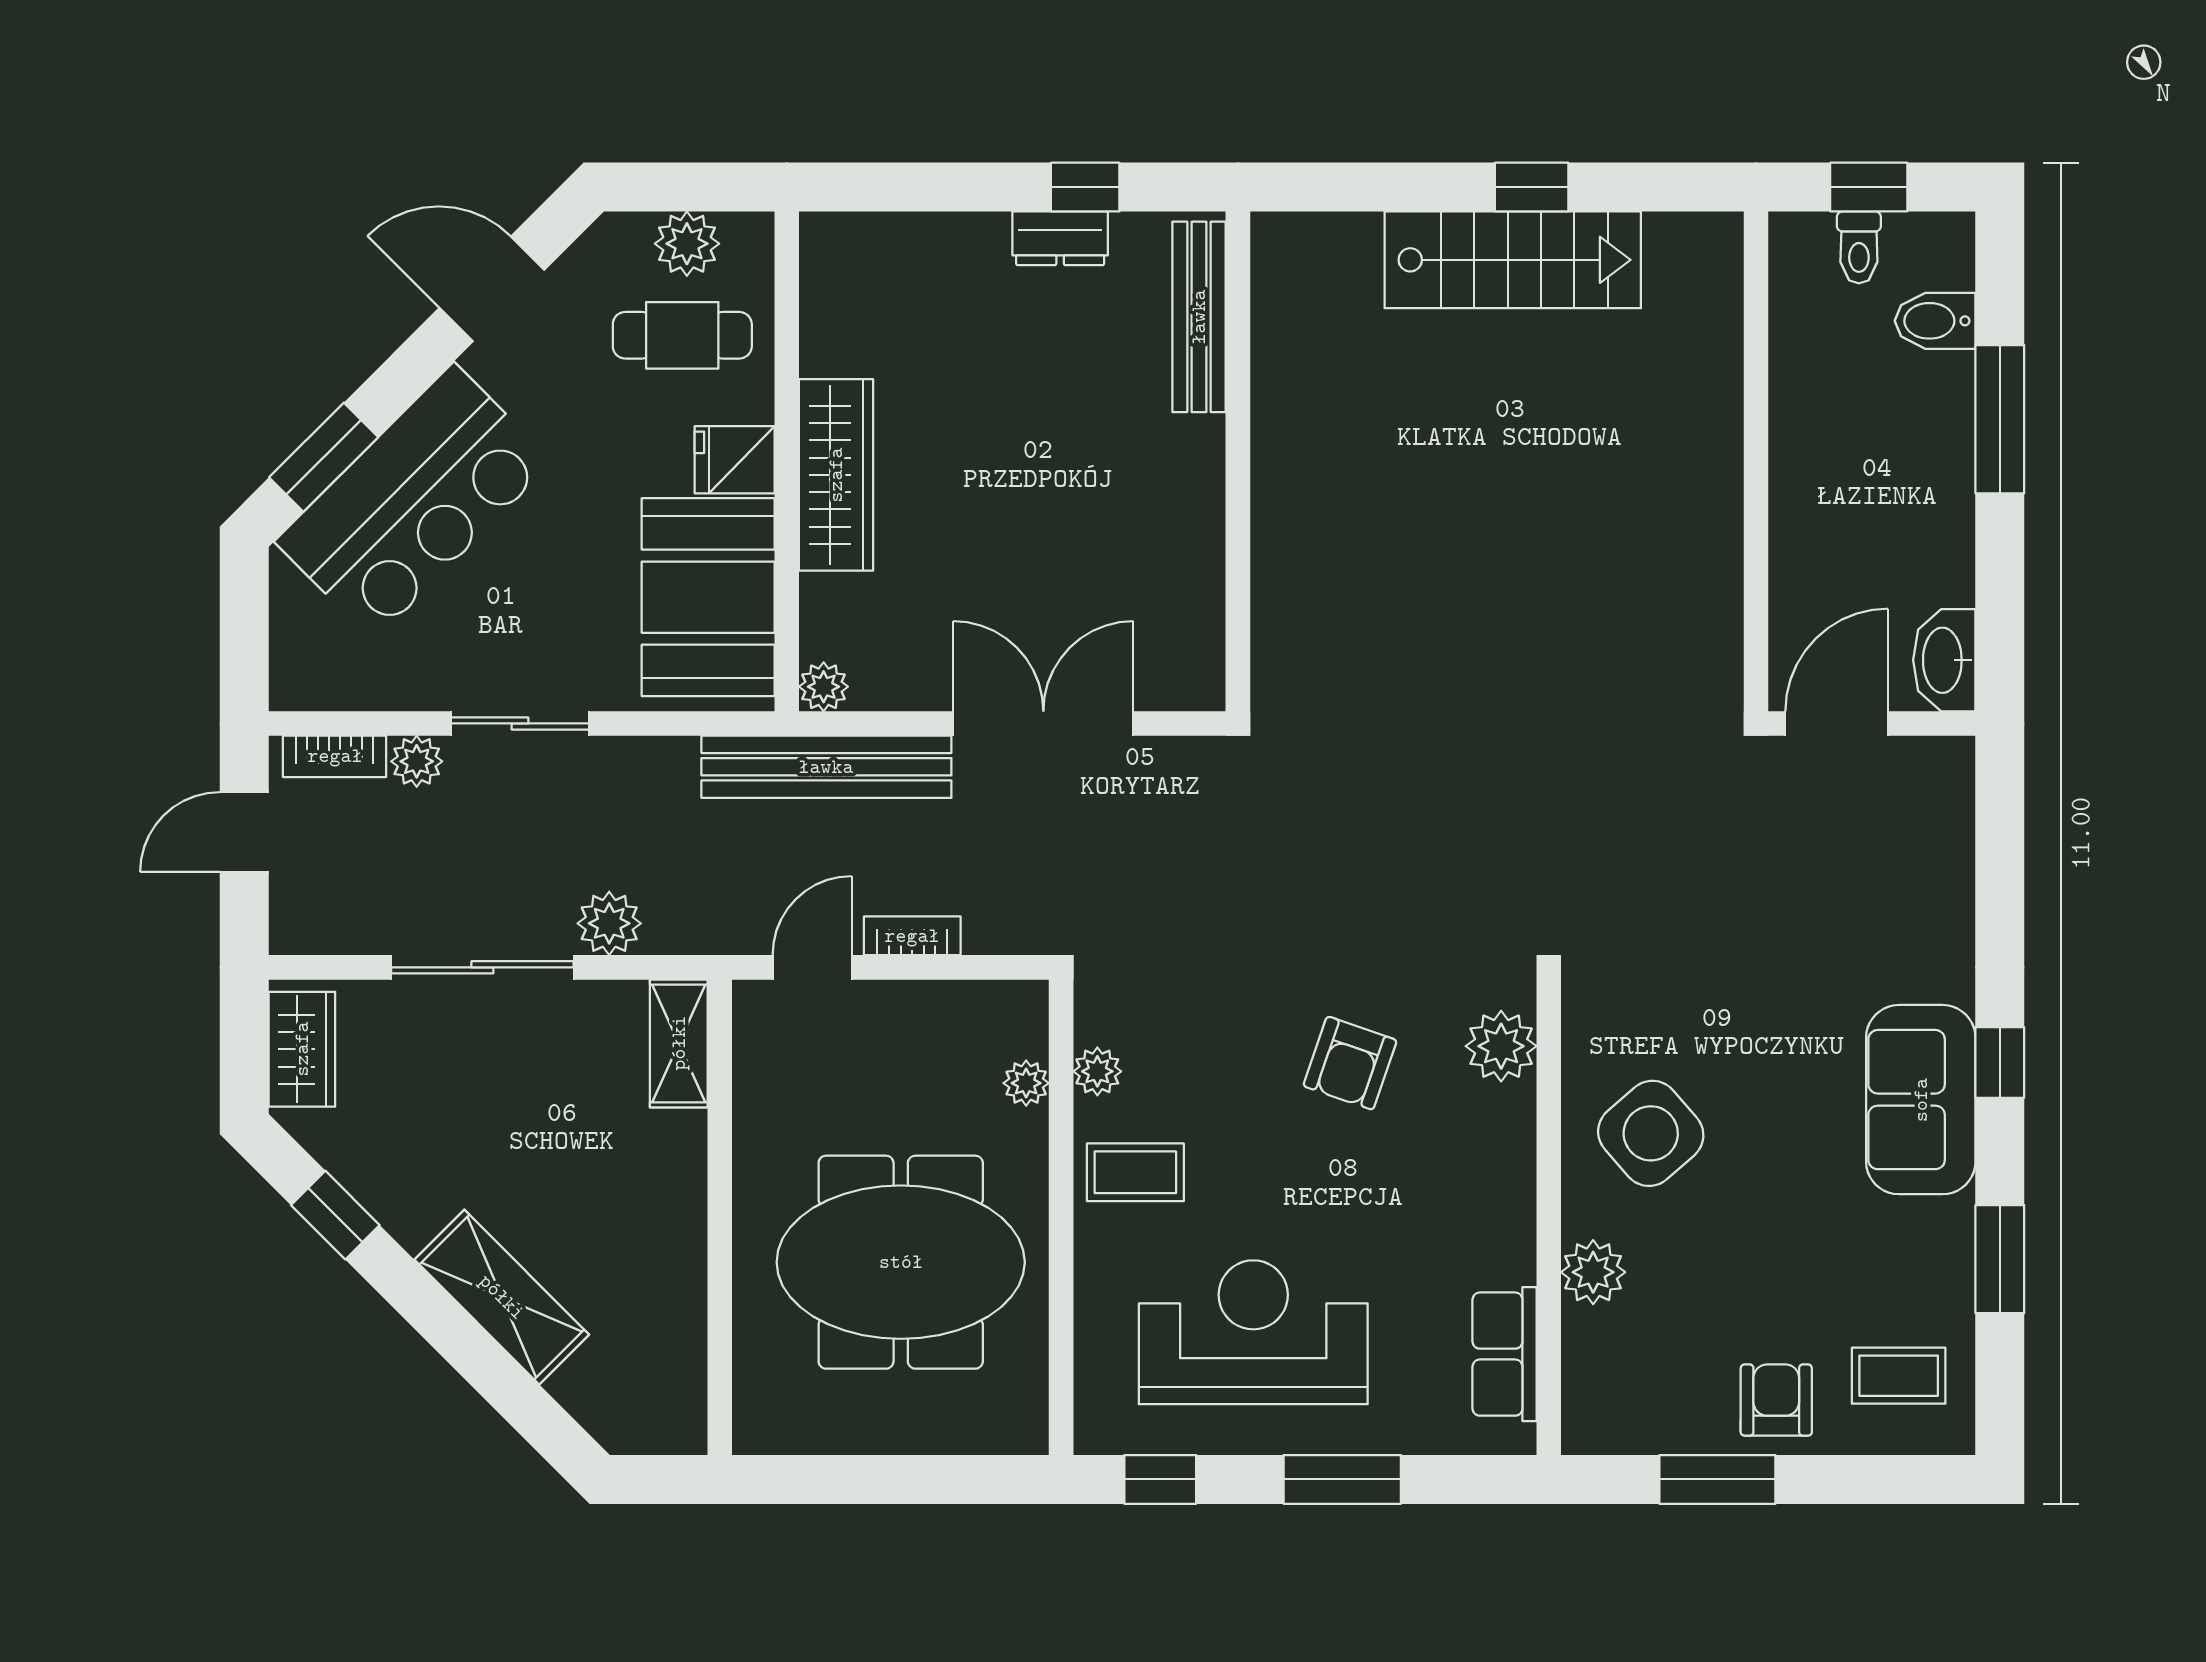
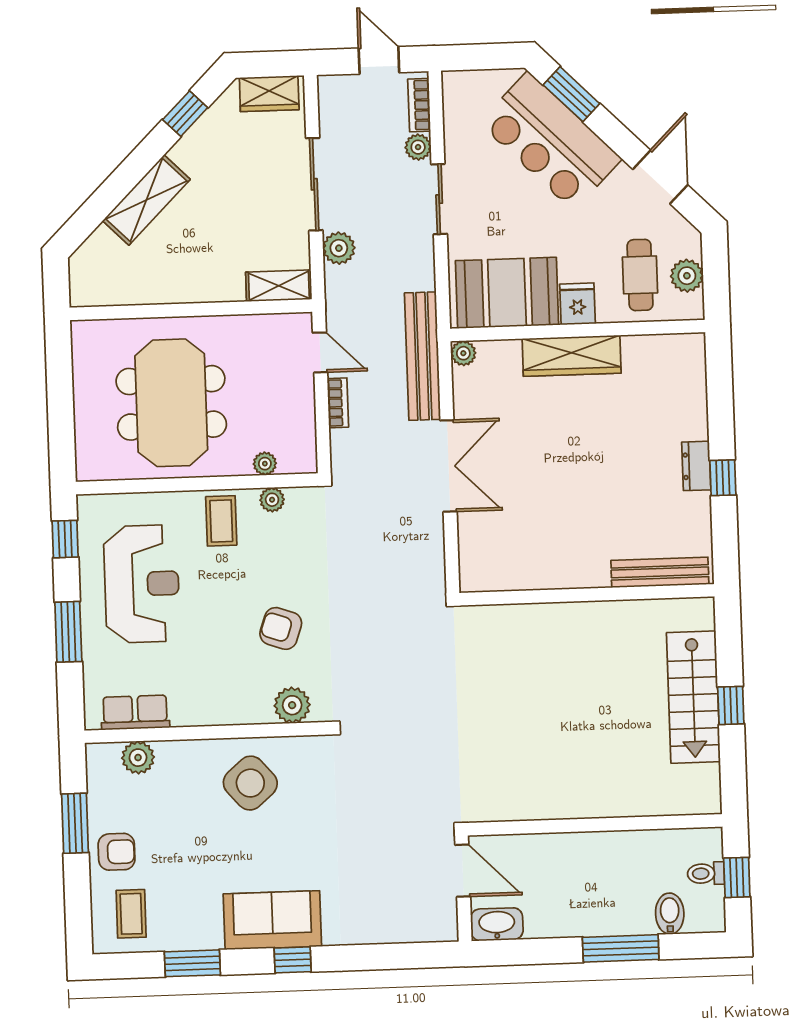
bench: (1199, 317) -> (660, 572), moved
wall: (1238, 461) -> (587, 595), moved
plant: (1593, 1272) -> (138, 758), moved

